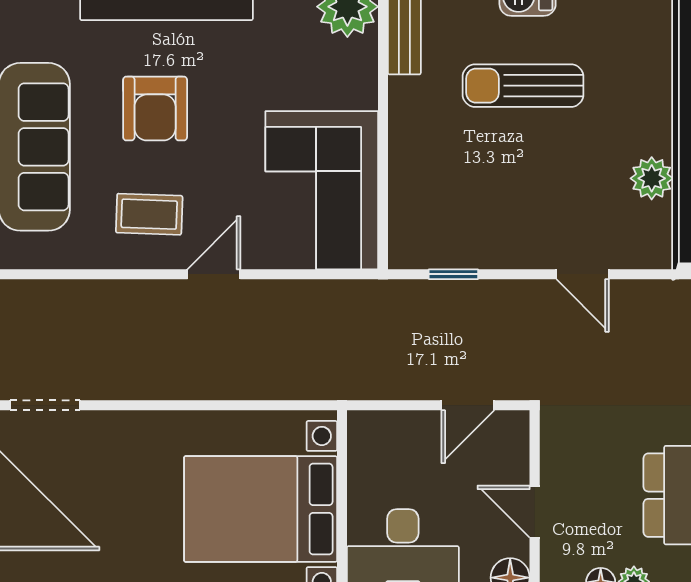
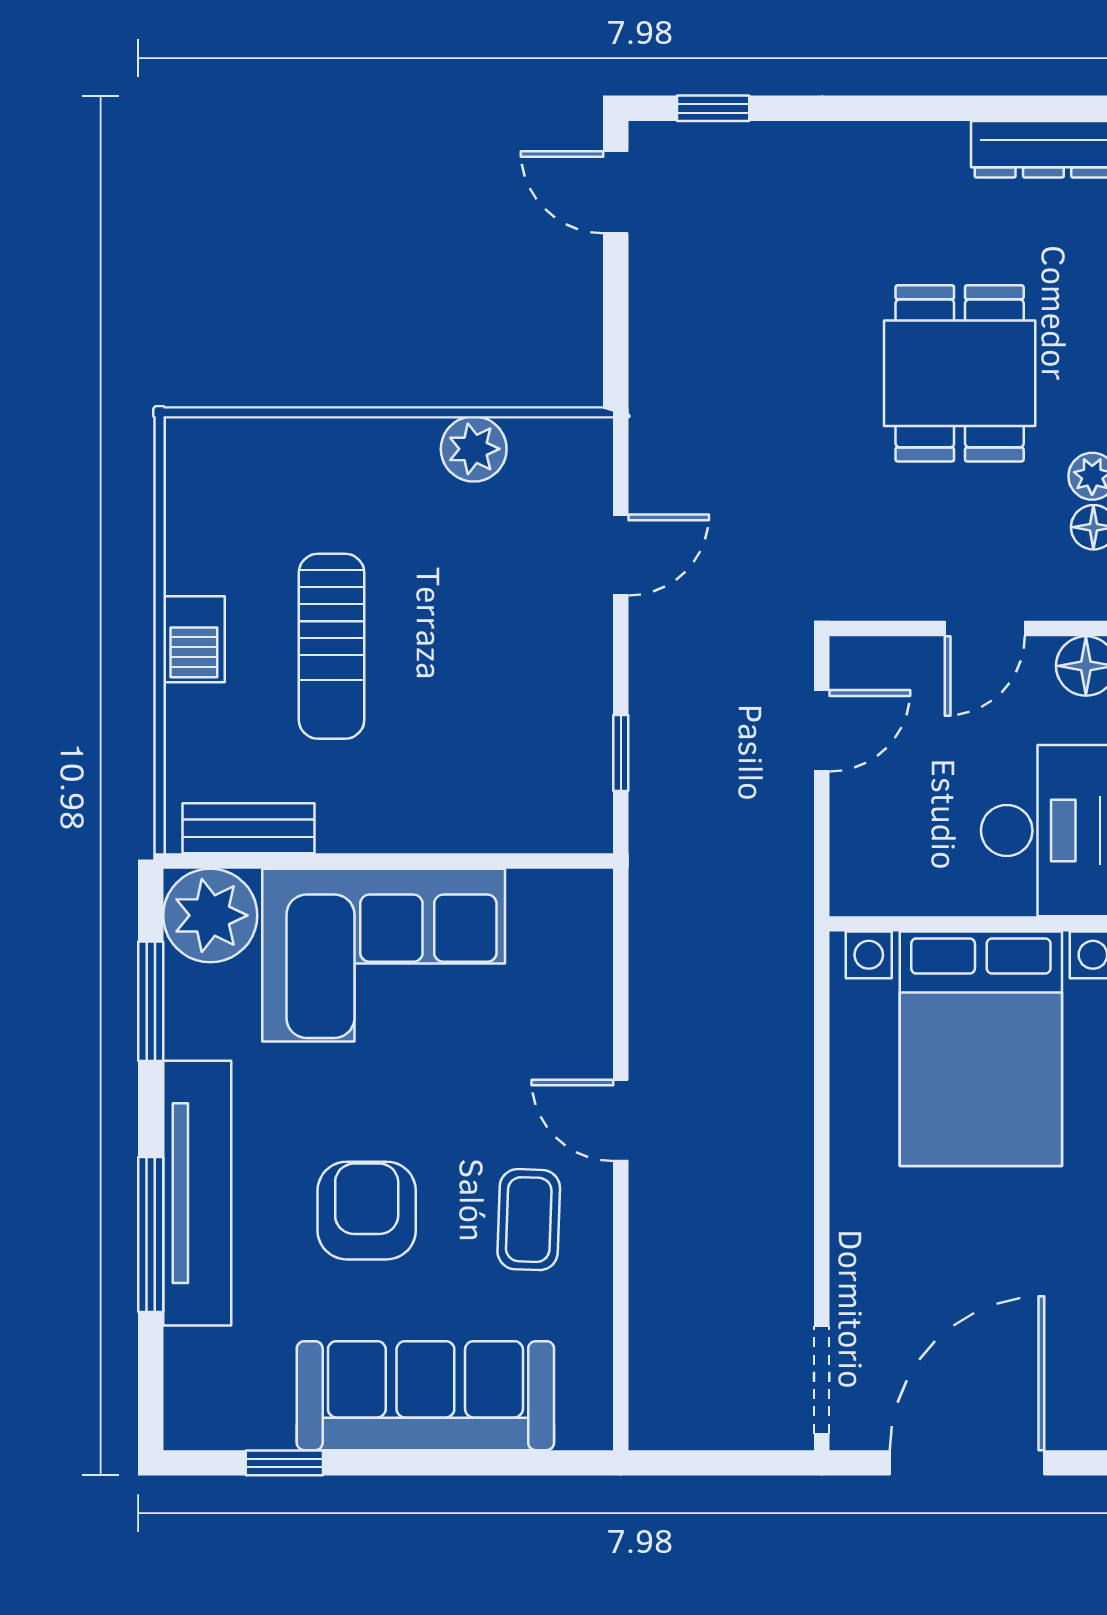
armchair: (155, 109) -> (367, 1211), turned -90
corner sofa: (322, 190) -> (384, 955), moved
door: (468, 405) -> (822, 731), hinge flipped

